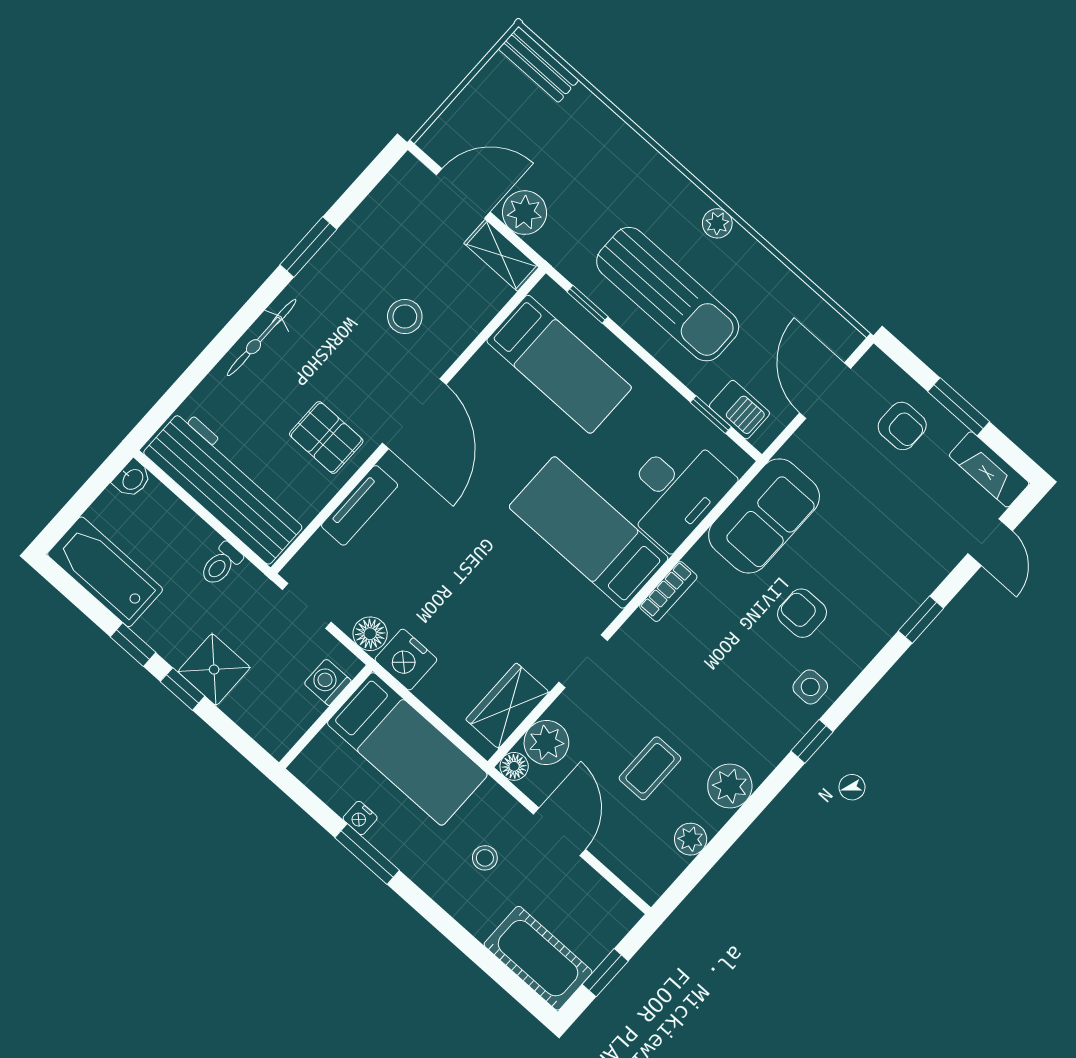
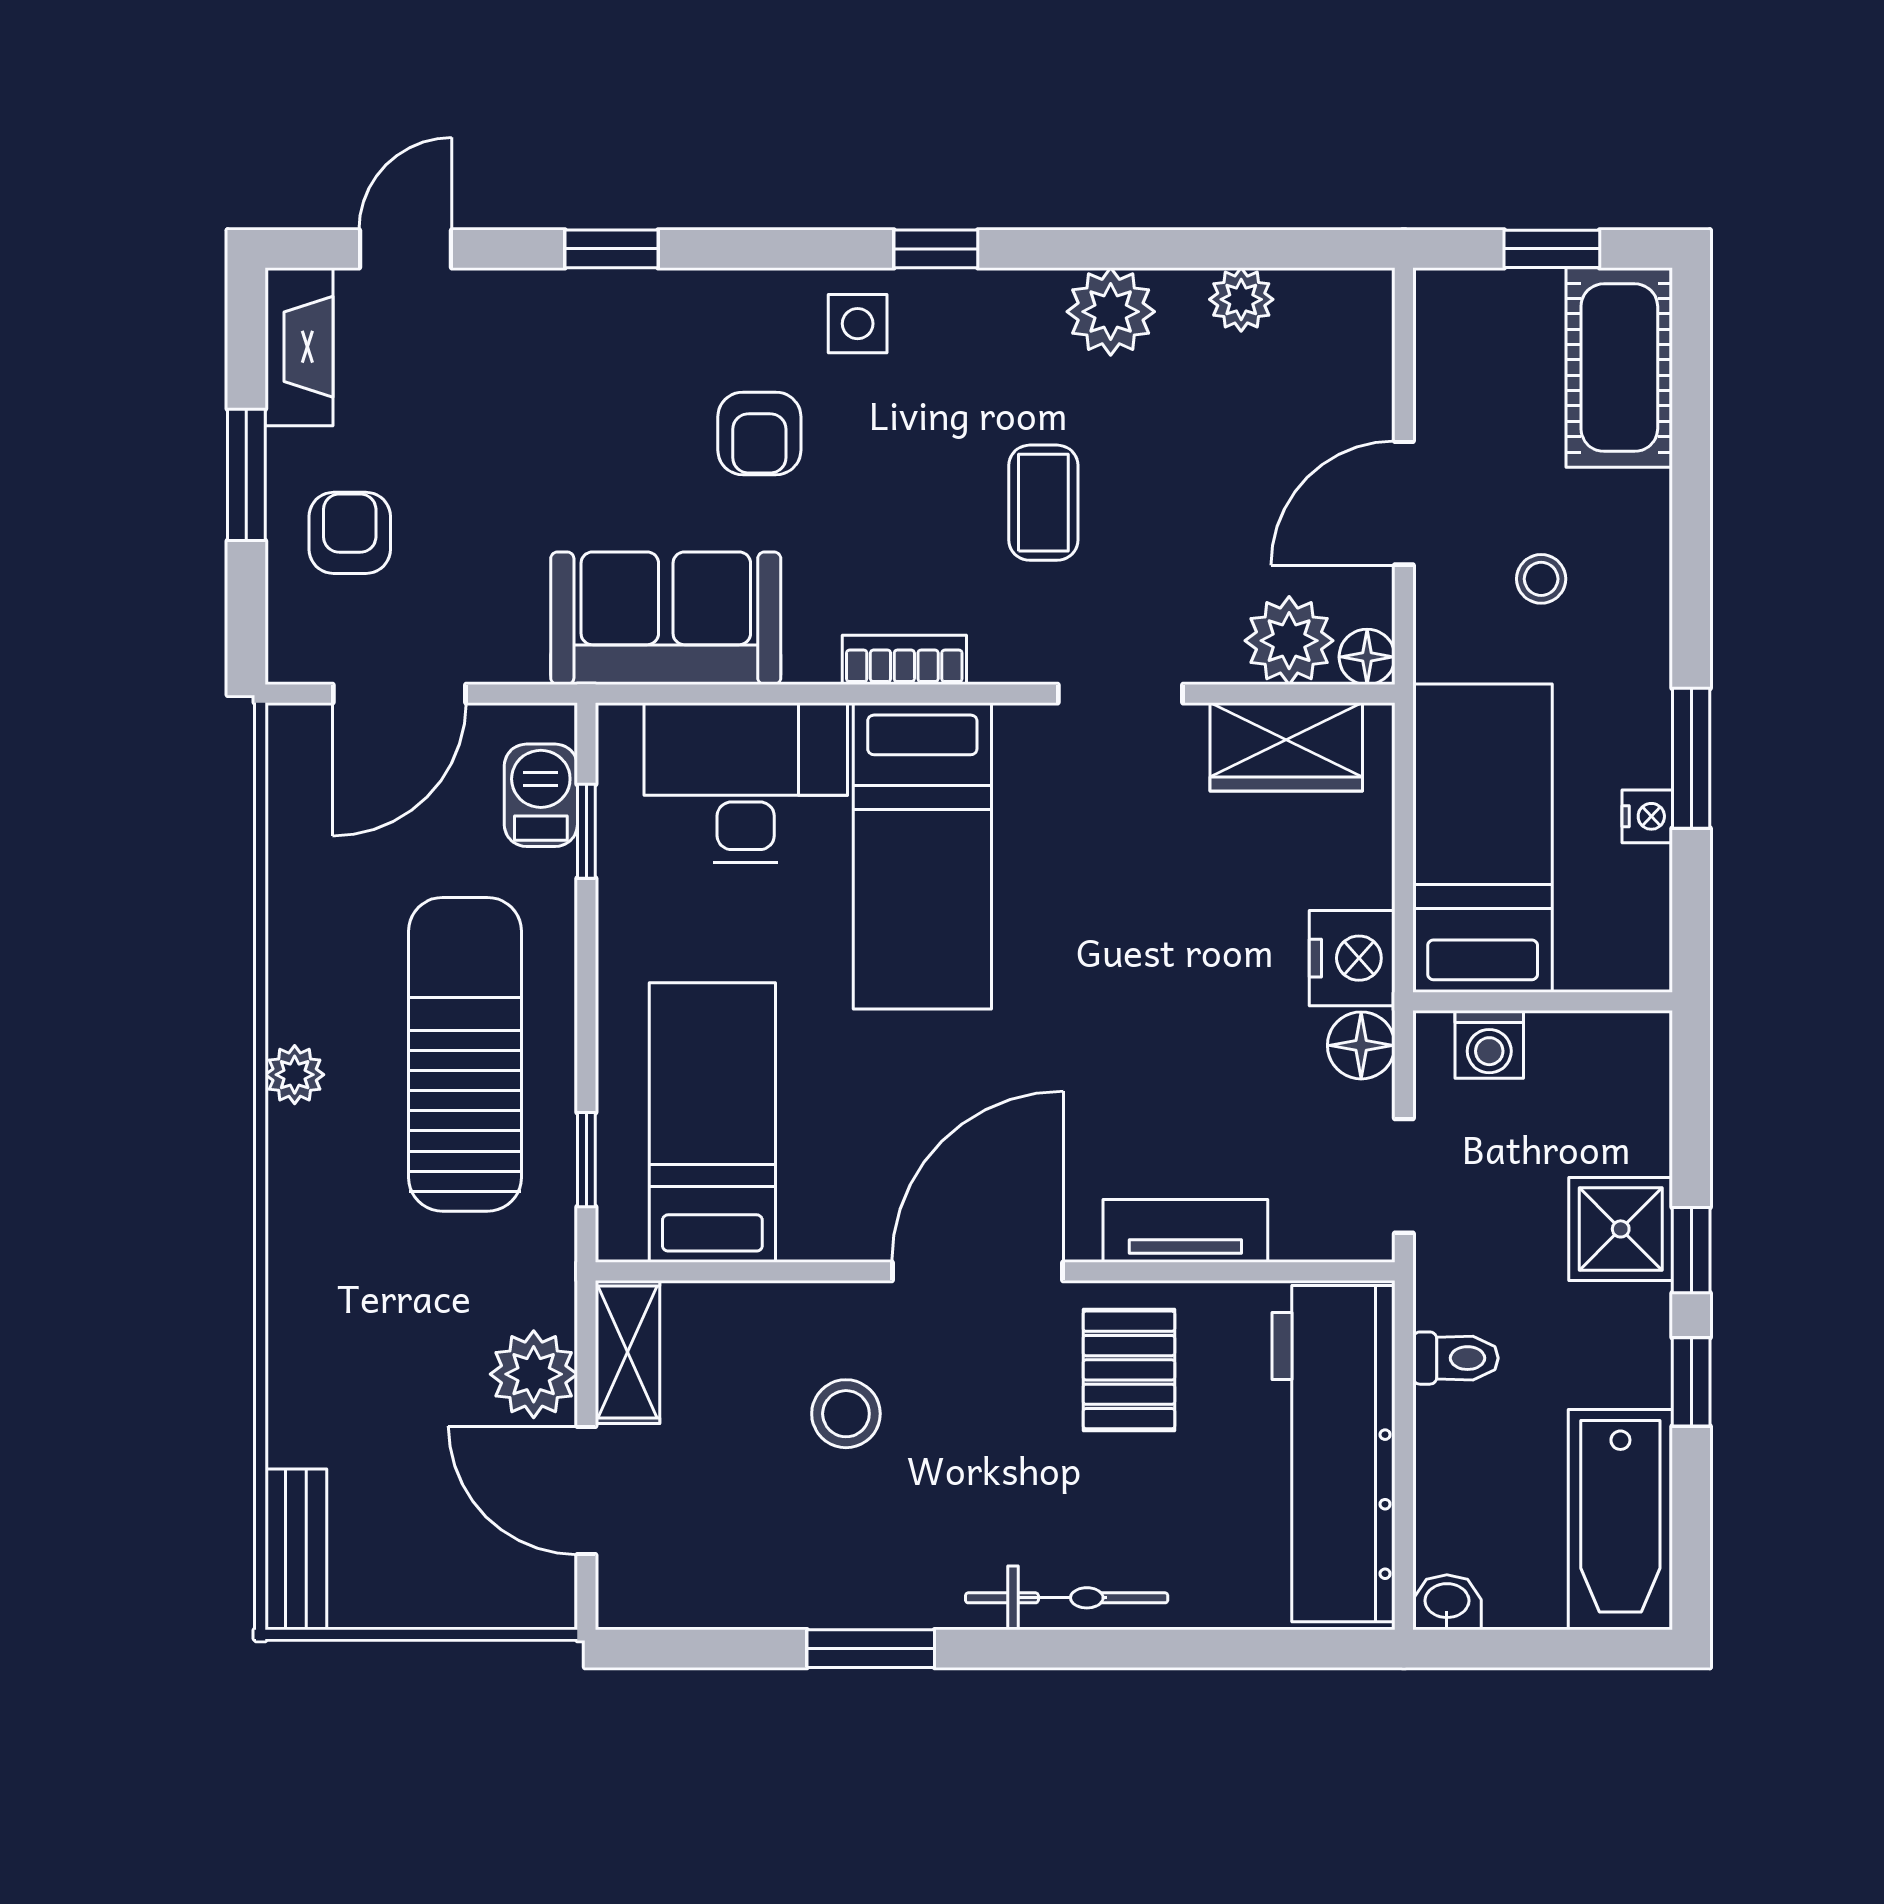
coffee table: (650, 768) -> (1043, 503), moved, turned 90

